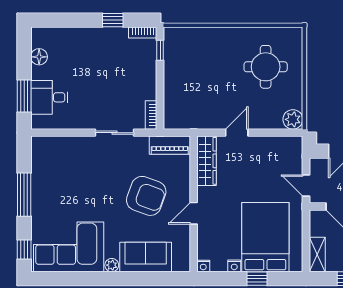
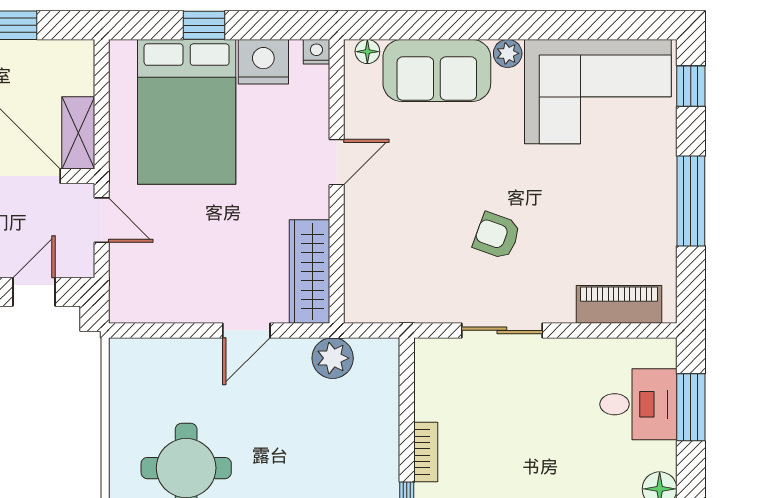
bookcase: (151, 115) -> (426, 452), moved
plant: (293, 119) -> (333, 358), moved
piano: (170, 145) -> (619, 304), moved
armchair: (146, 196) -> (497, 236), moved, width x0.53, depth x0.53
shelving: (317, 255) -> (78, 133), moved
floor lamp: (179, 266) -> (367, 52), added
nightstand: (234, 266) -> (263, 62), width x1.89, depth x1.79

